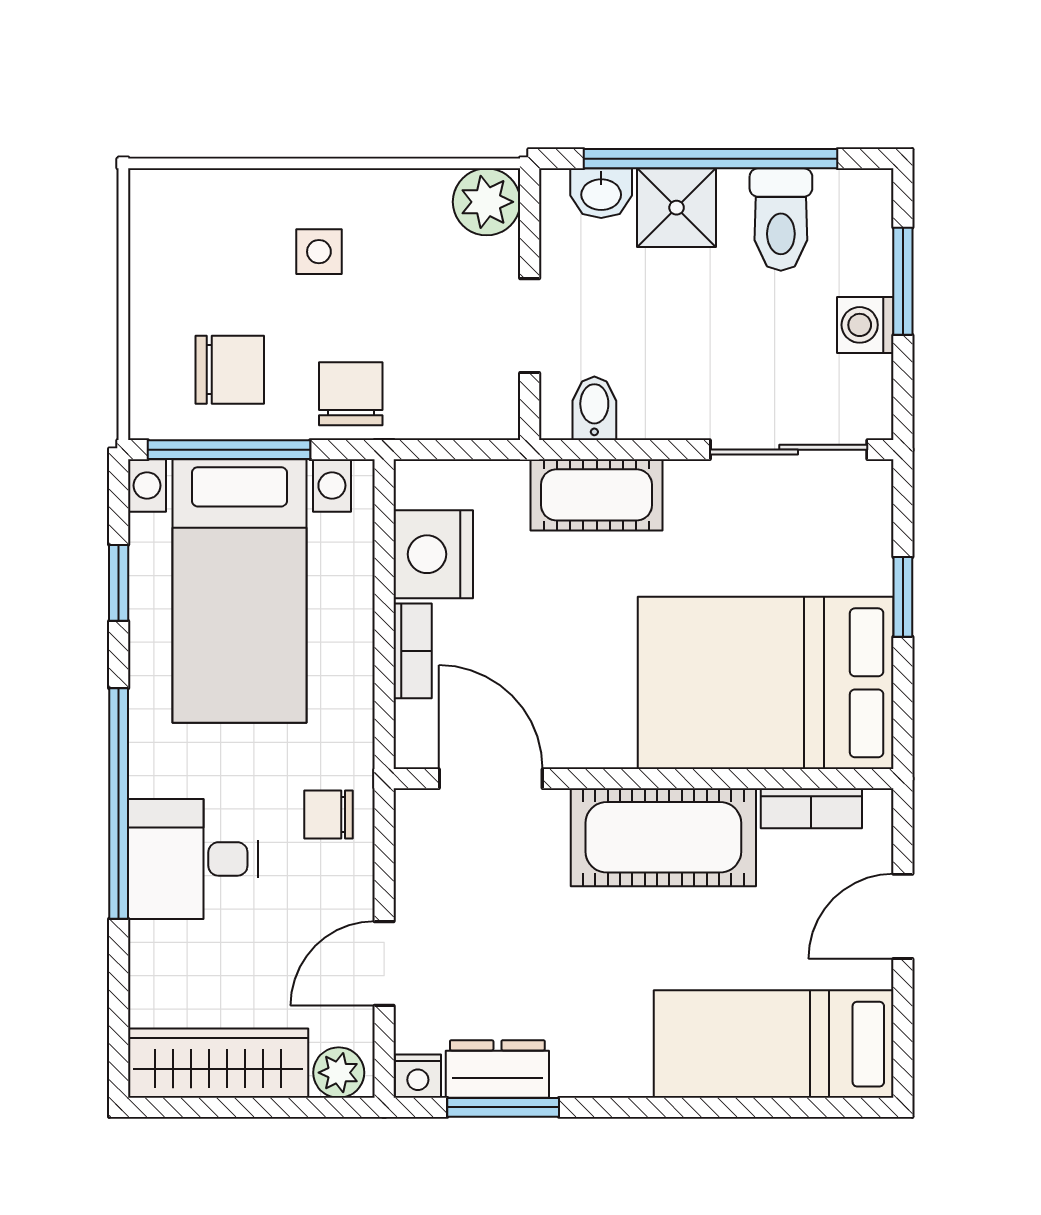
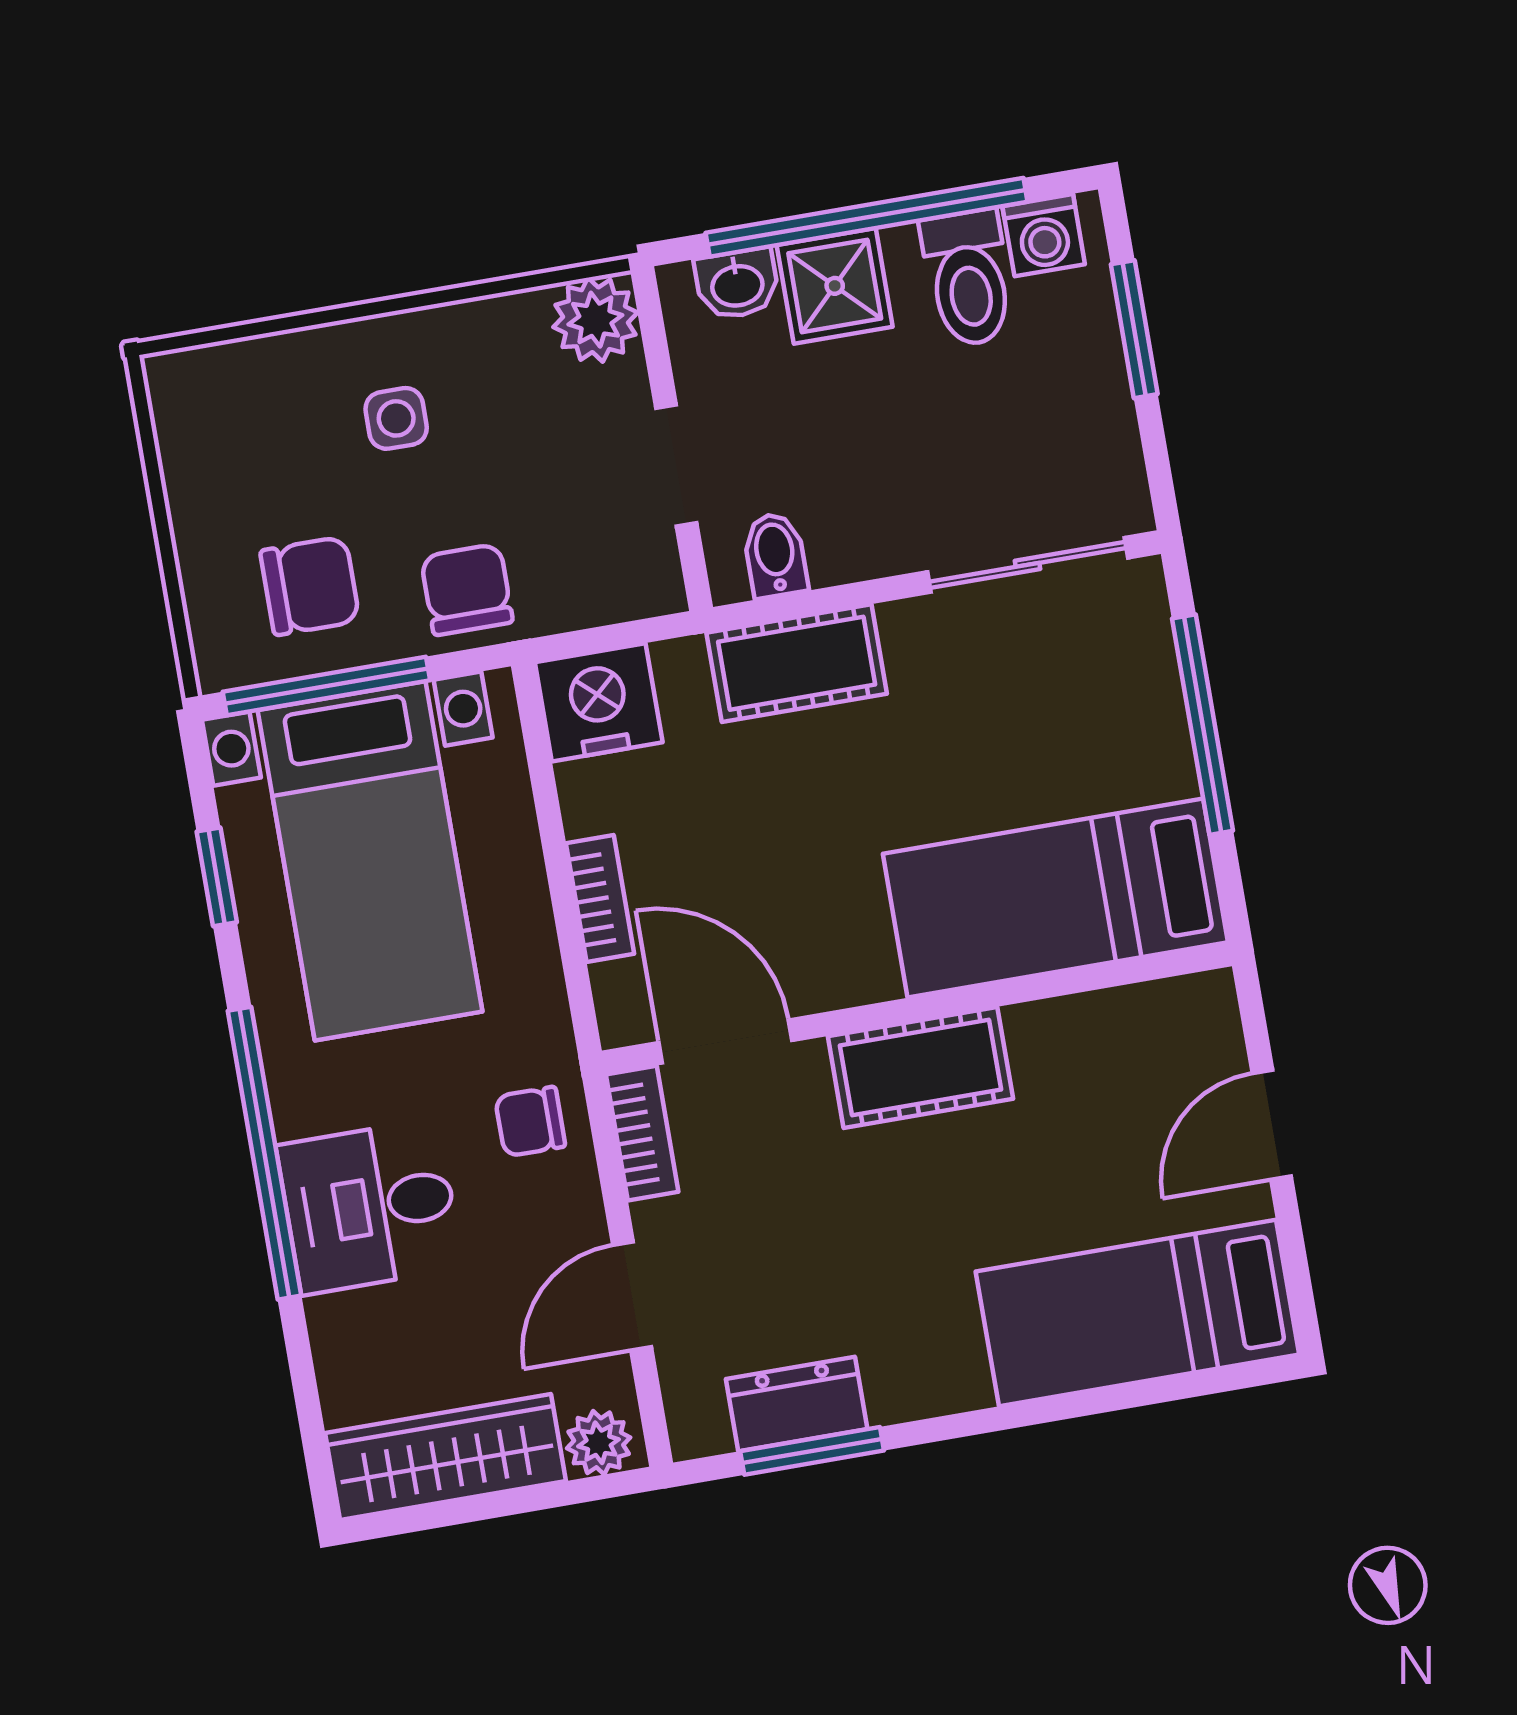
washing machine: (865, 325) -> (1044, 235), moved, turned -90
nightstand: (433, 554) -> (599, 702), moved, turned 90
window: (903, 597) -> (1203, 725), width x2.17
bed: (766, 683) -> (1055, 898), width x0.67
bookcase: (811, 808) -> (642, 1133), moved, turned -90
cot: (663, 837) -> (920, 1067), width x0.73, depth x0.75
nightstand: (418, 1076) -> (699, 1430), removed

